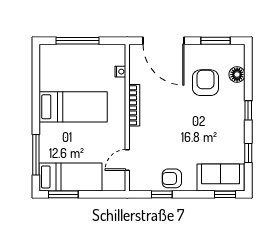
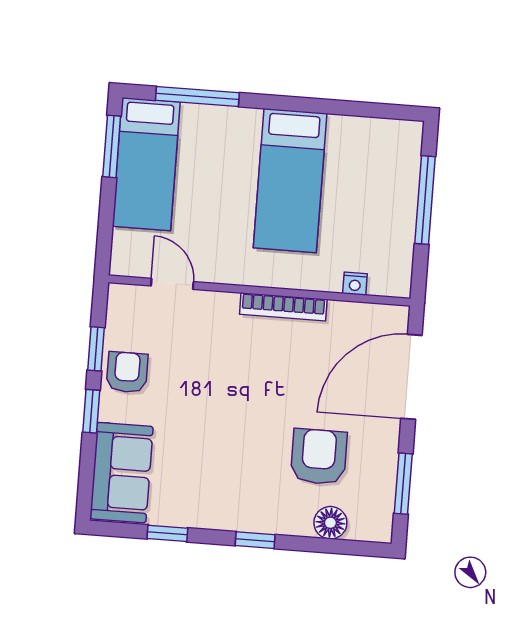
armchair: (206, 83) -> (319, 457), turned -90
window: (225, 194) -> (91, 411), moved

